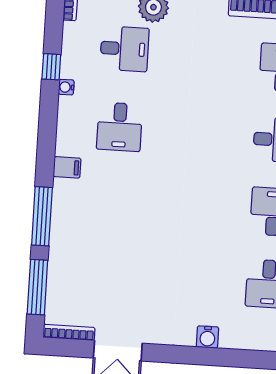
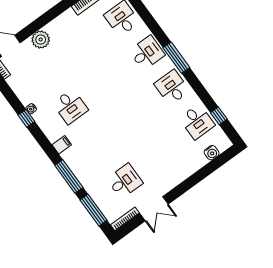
desk: (124, 49) -> (125, 181), moved
window: (51, 67) -> (26, 118), moved
water cooler: (207, 337) -> (212, 153), moved

